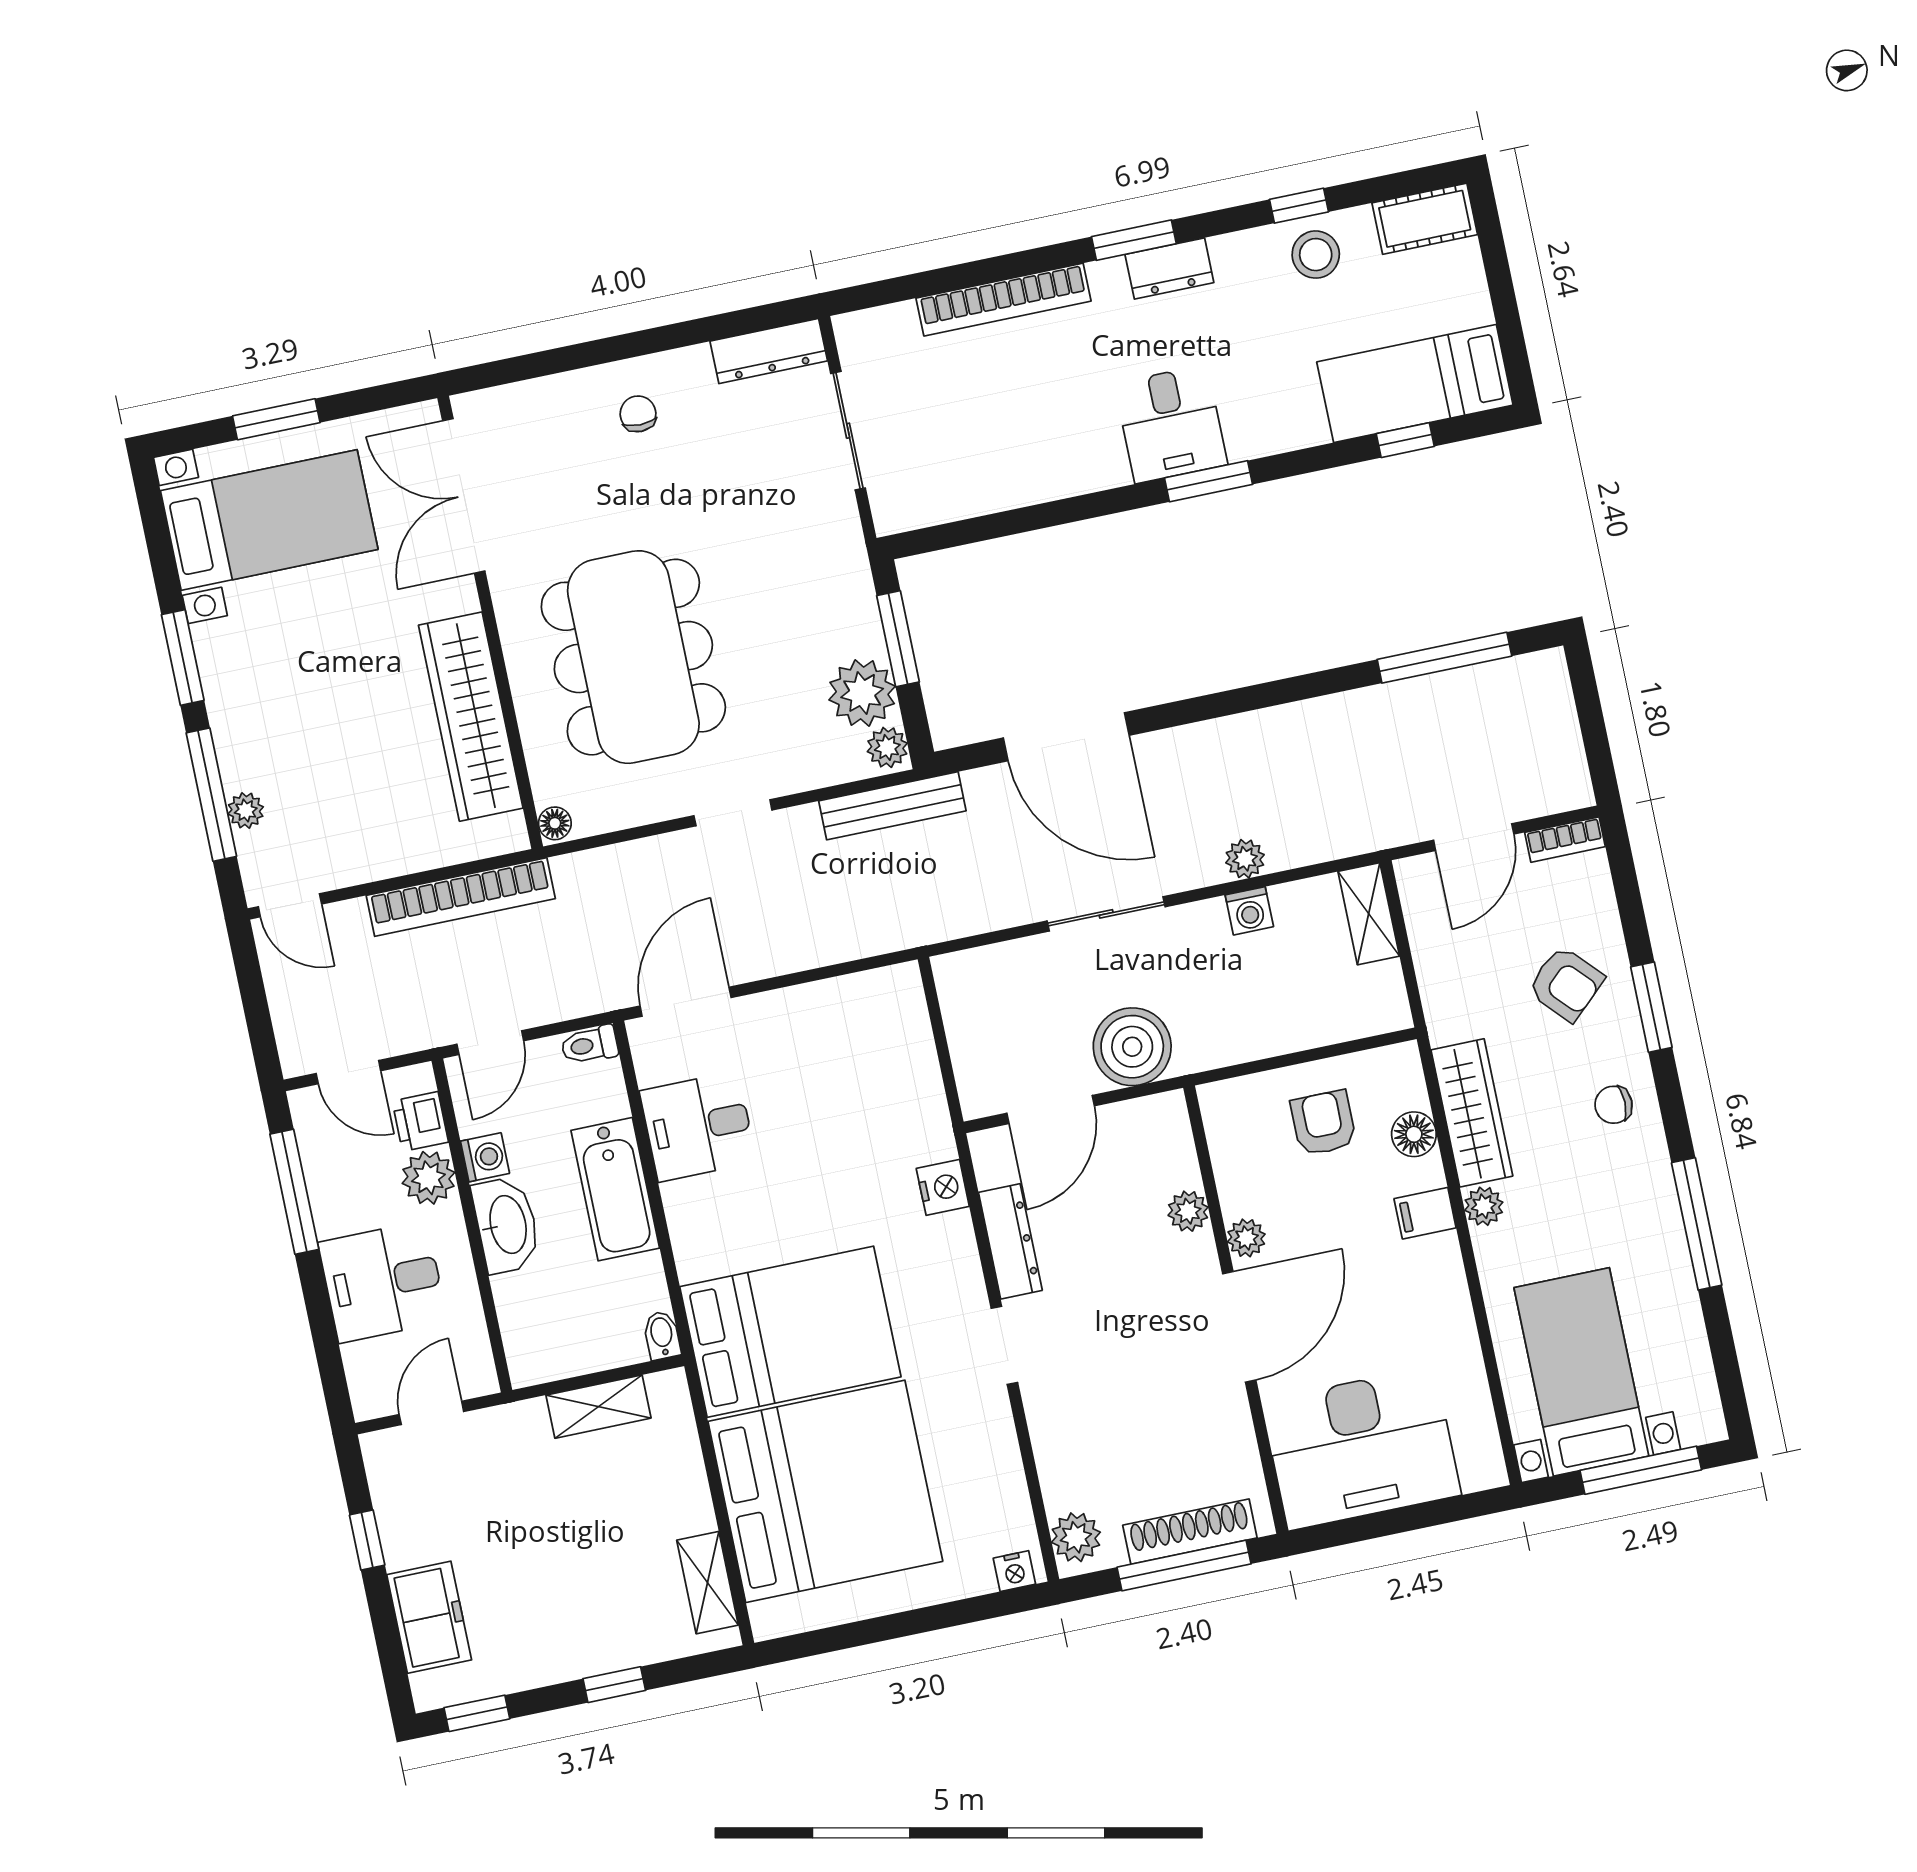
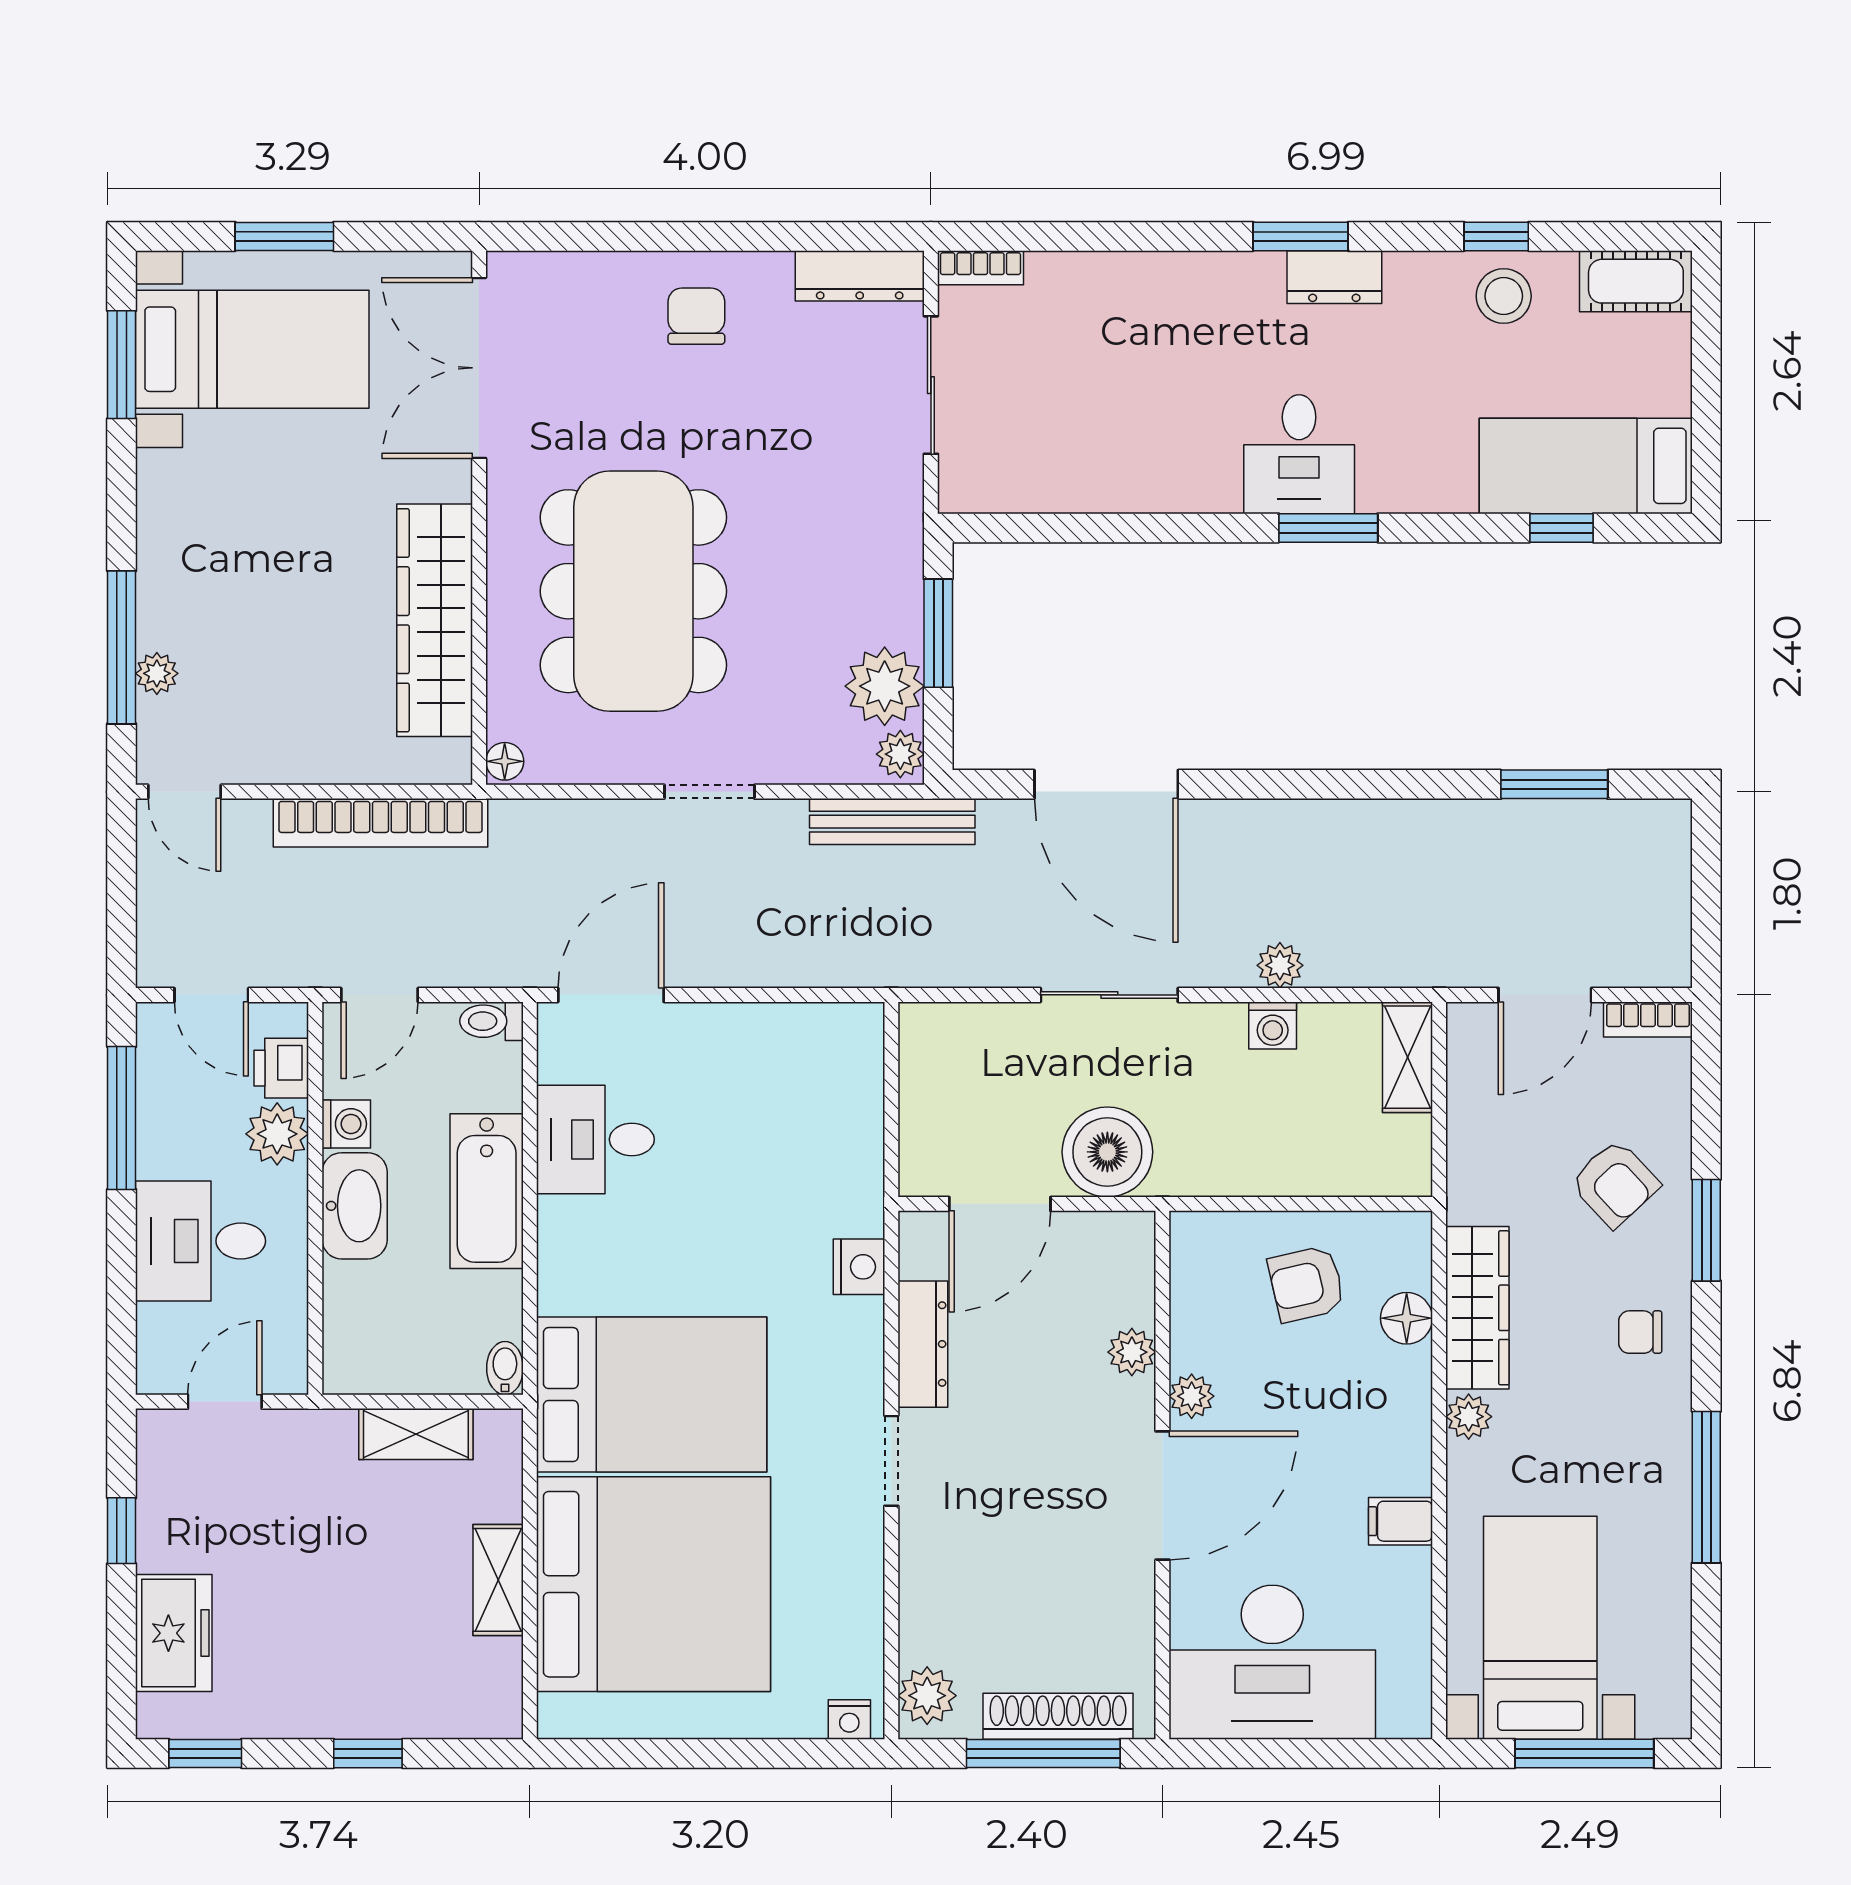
bookcase: (1004, 300) -> (981, 268), moved, width x0.43, depth x0.76
chair: (638, 414) -> (696, 316), width x1.37, depth x1.37
window: (183, 658) -> (122, 365), moved
window: (1444, 658) -> (1554, 784), width x0.69
armchair: (1323, 1123) -> (1306, 1284), turned -103
filing cabinet: (1425, 1213) -> (1401, 1521), moved
shelving: (708, 1583) -> (498, 1580), moved

